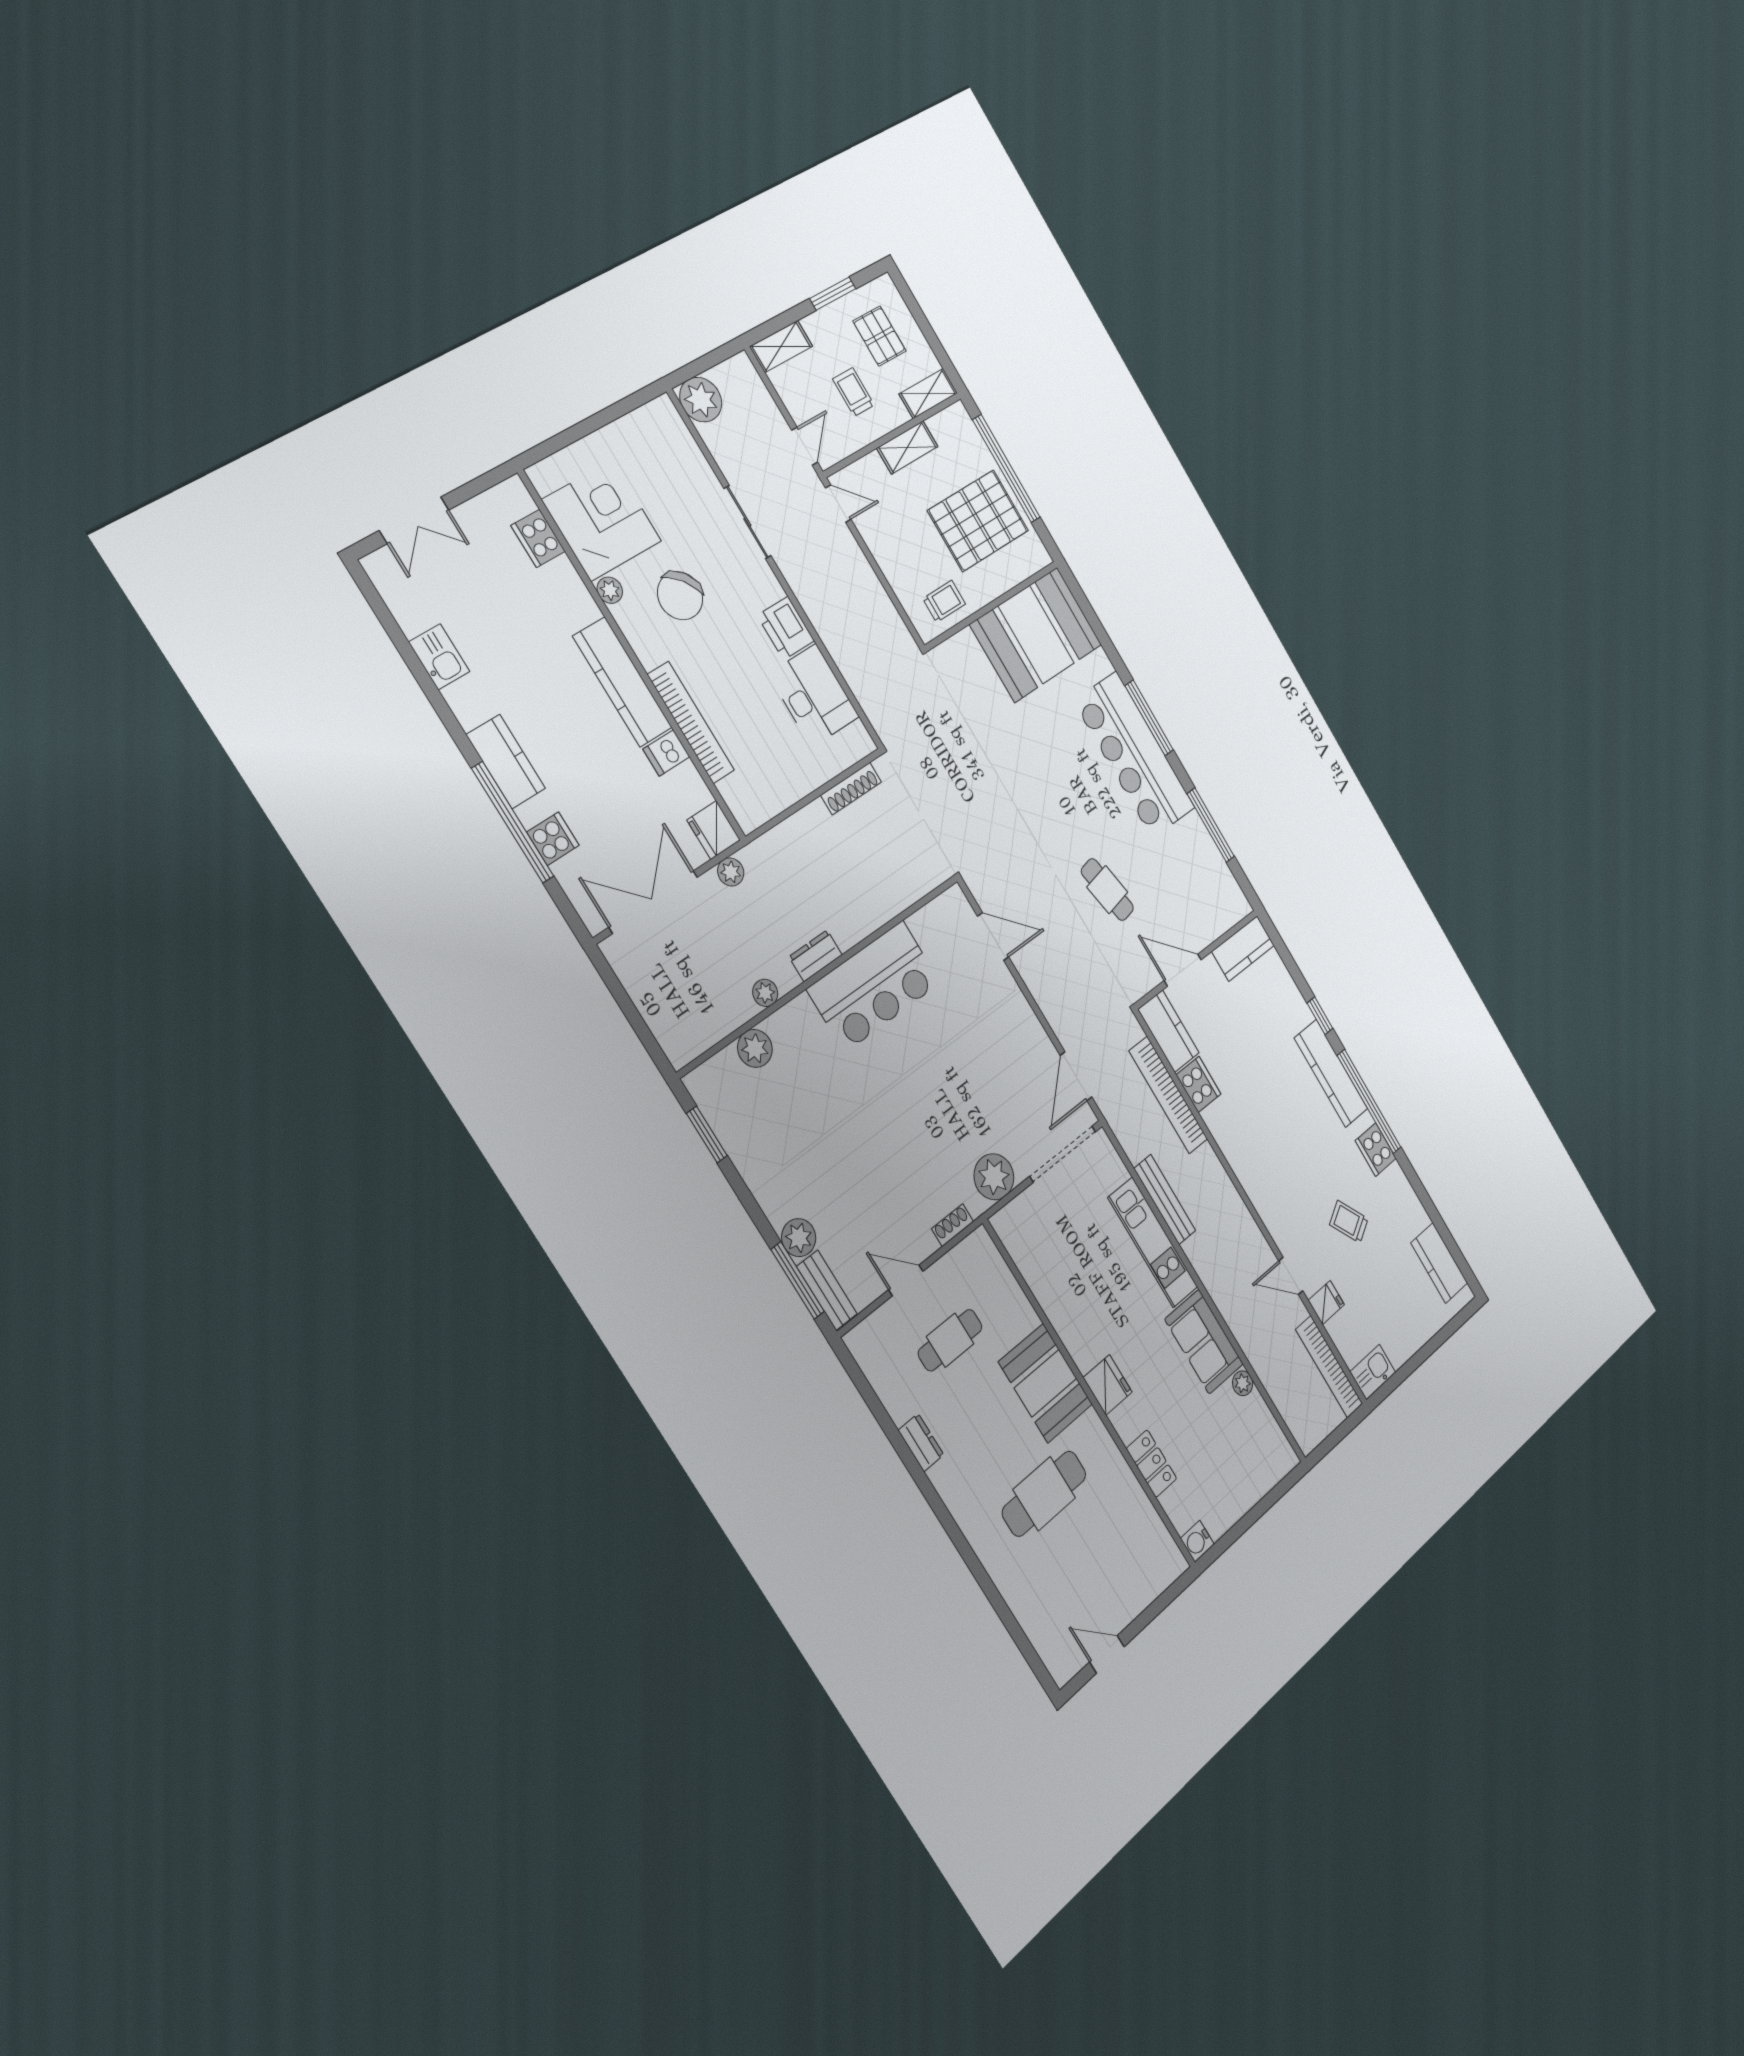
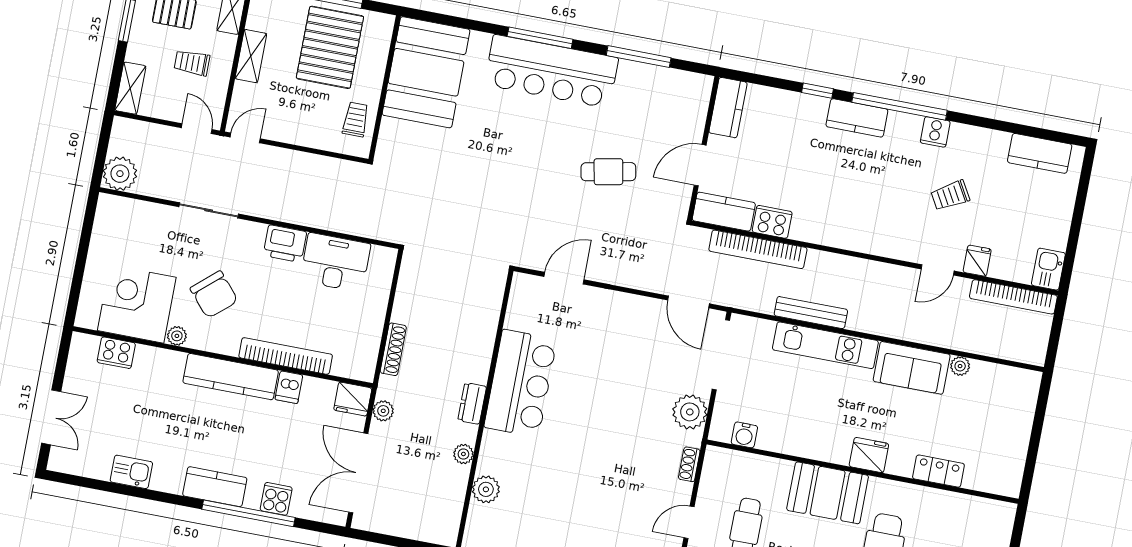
shoe rack: (851, 789) -> (393, 349), moved
kitchen counter: (1331, 1073) -> (857, 118), width x0.67
cooker: (1376, 1150) -> (935, 132), width x0.73
water cooler: (1197, 1541) -> (744, 435), moved

